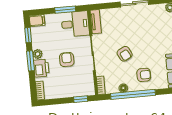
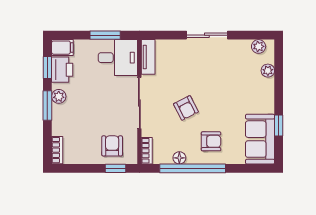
armchair: (67, 60) -> (112, 146), moved
printer: (41, 68) -> (62, 70), moved

